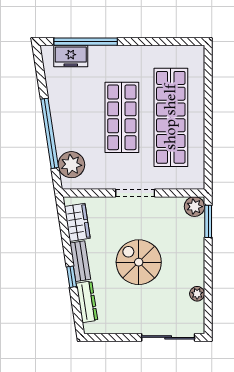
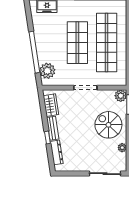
spiral stairs: (139, 262) -> (108, 125), moved

